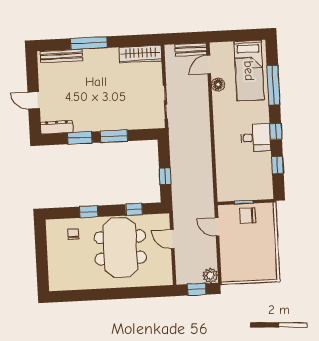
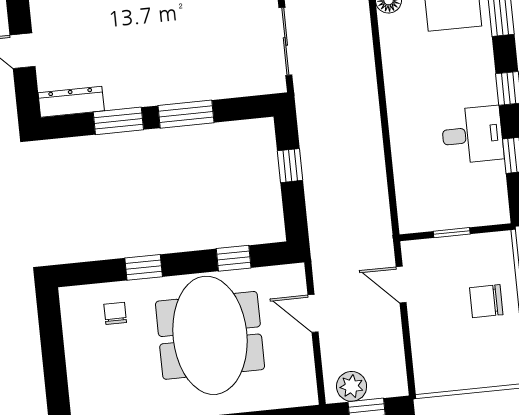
desk: (256, 138) -> (472, 135), moved
window: (165, 176) -> (290, 166), moved
chair: (248, 216) -> (486, 301), moved
plant: (210, 276) -> (352, 386), moved

